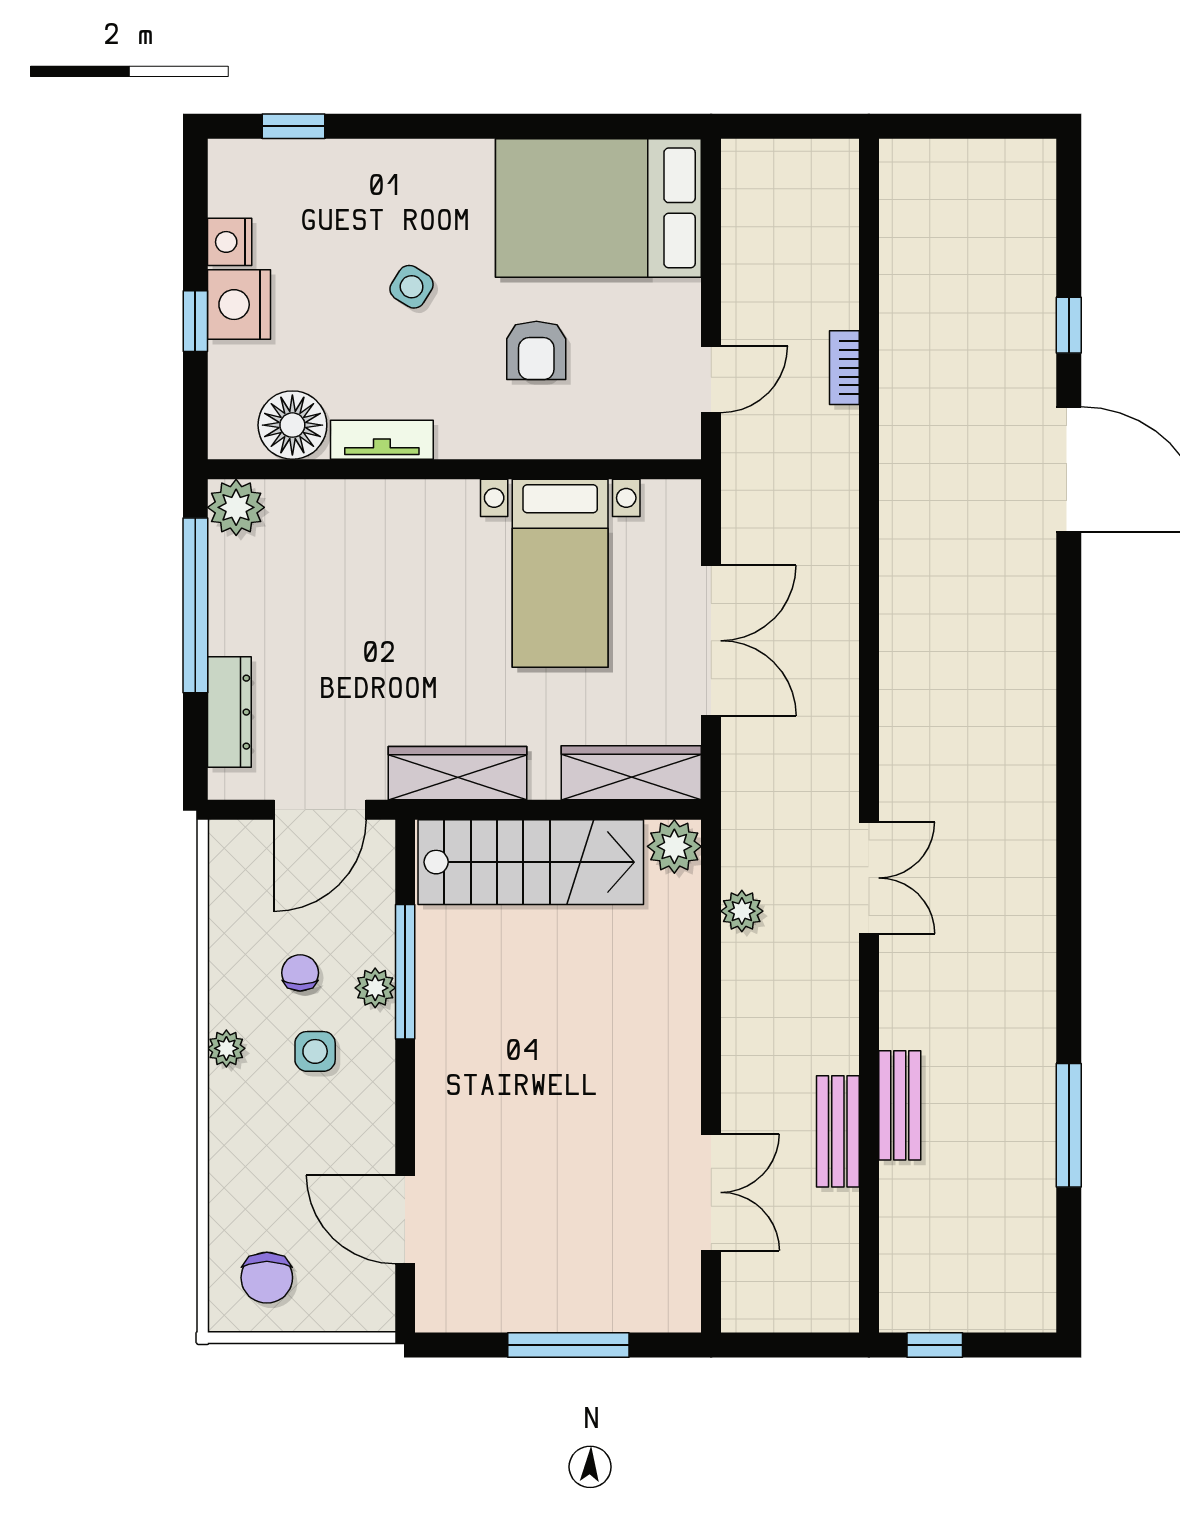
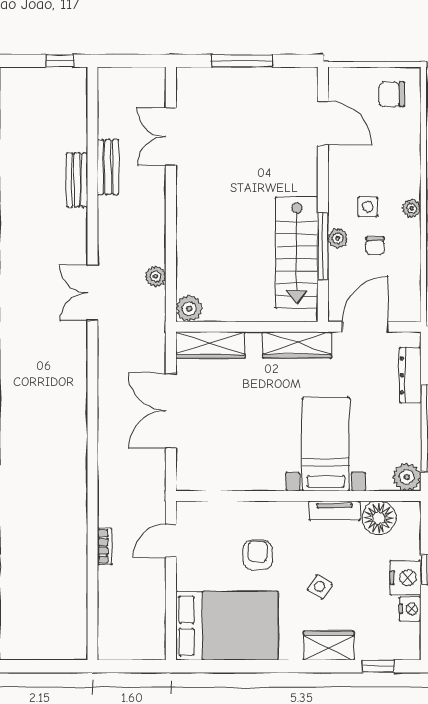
wardrobe: (393, 168) -> (329, 646), added
bed with nightstands: (560, 573) -> (326, 444), moved
stairs: (531, 862) -> (297, 253), moved, turned -90
chair: (267, 1278) -> (392, 94), turned -90

